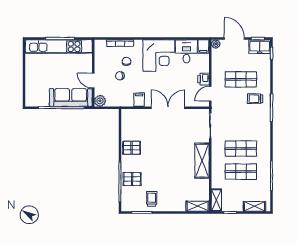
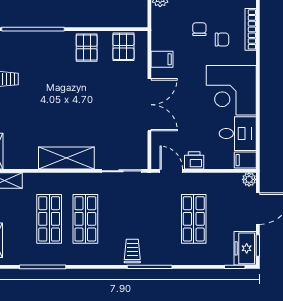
trolley: (255, 99) -> (132, 251), moved
pallet: (132, 179) -> (123, 47), moved

